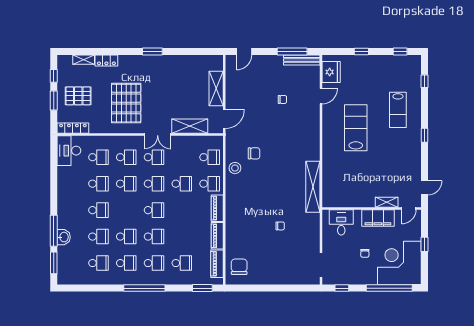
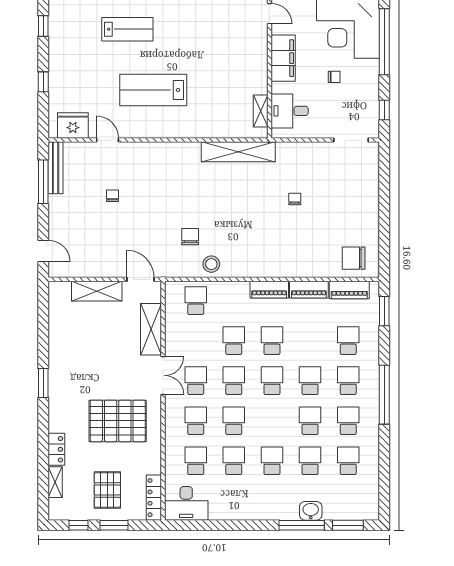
school desk: (210, 184) -> (272, 341), moved
shelving: (387, 202) -> (261, 111), moved

